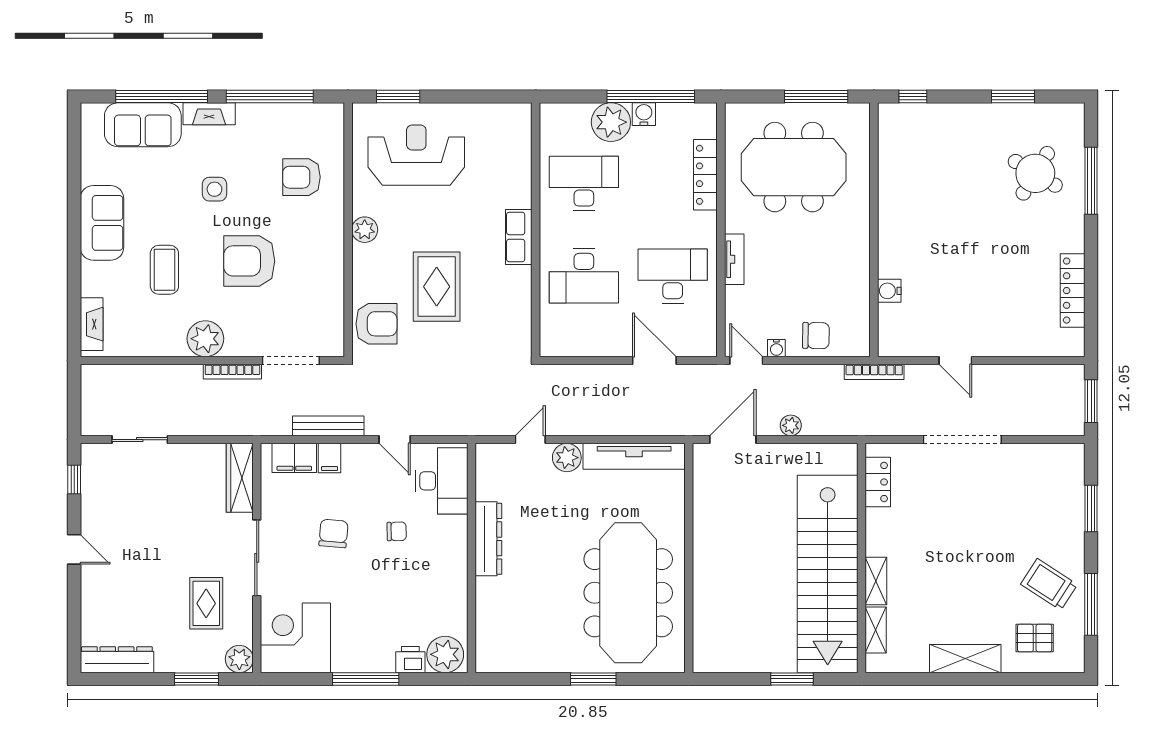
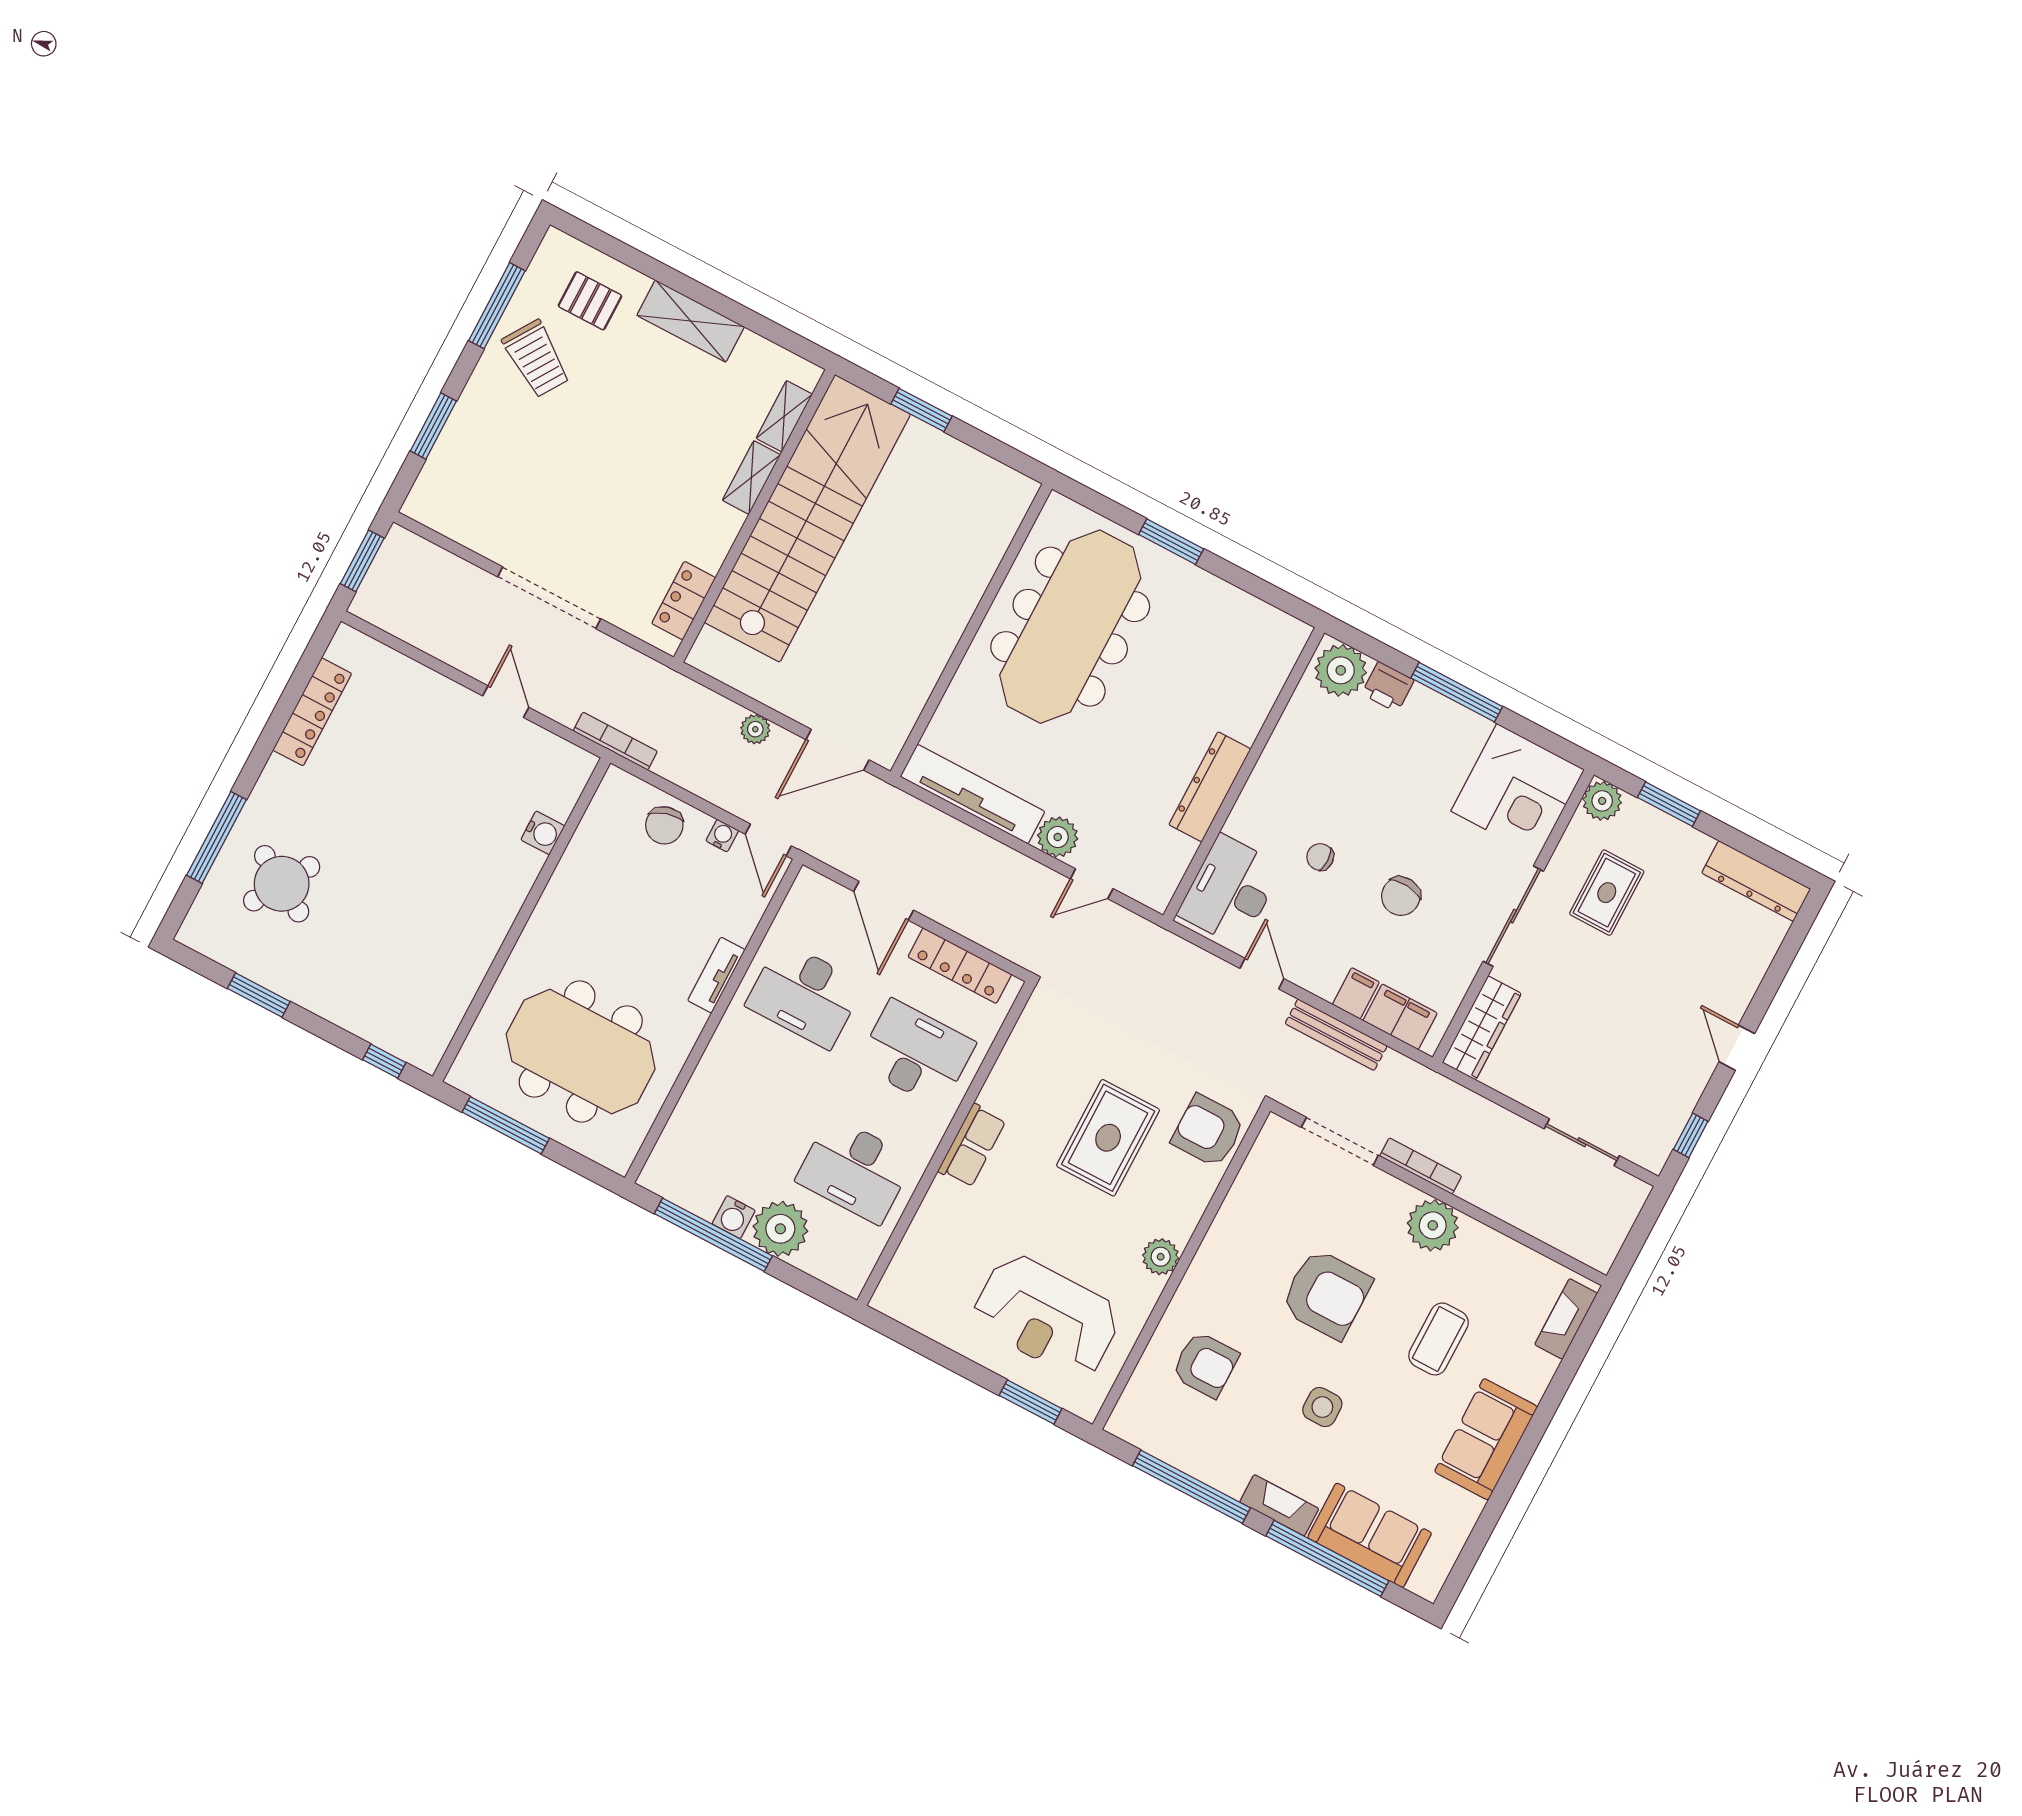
locker: (705, 175) -> (960, 966), moved, turned 90
chair: (816, 336) -> (664, 825), turned -107

